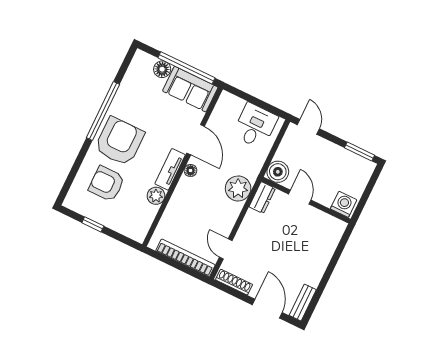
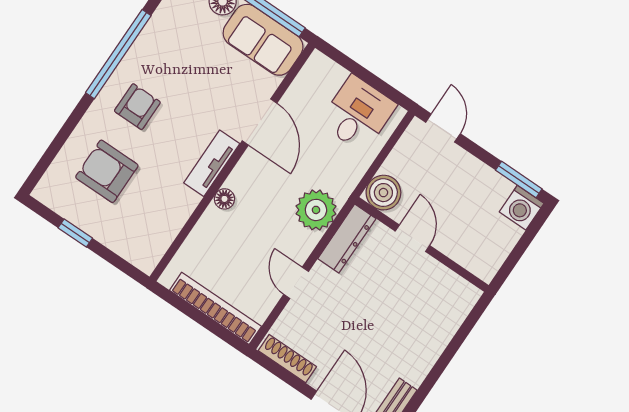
armchair: (119, 141) -> (137, 107), width x0.53, depth x0.53
floor lamp: (190, 171) -> (224, 199), moved
plant: (156, 196) -> (183, 202), removed
dresser: (262, 198) -> (347, 239), width x1.44
washing machine: (344, 204) -> (522, 208), moved, turned 180
door: (226, 249) -> (296, 283), moved

